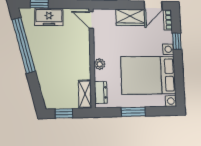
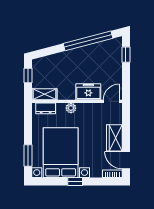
freezer: (49, 17) -> (88, 92), moved, turned 90
window: (177, 41) -> (75, 181), moved
window: (133, 112) -> (28, 155), moved

